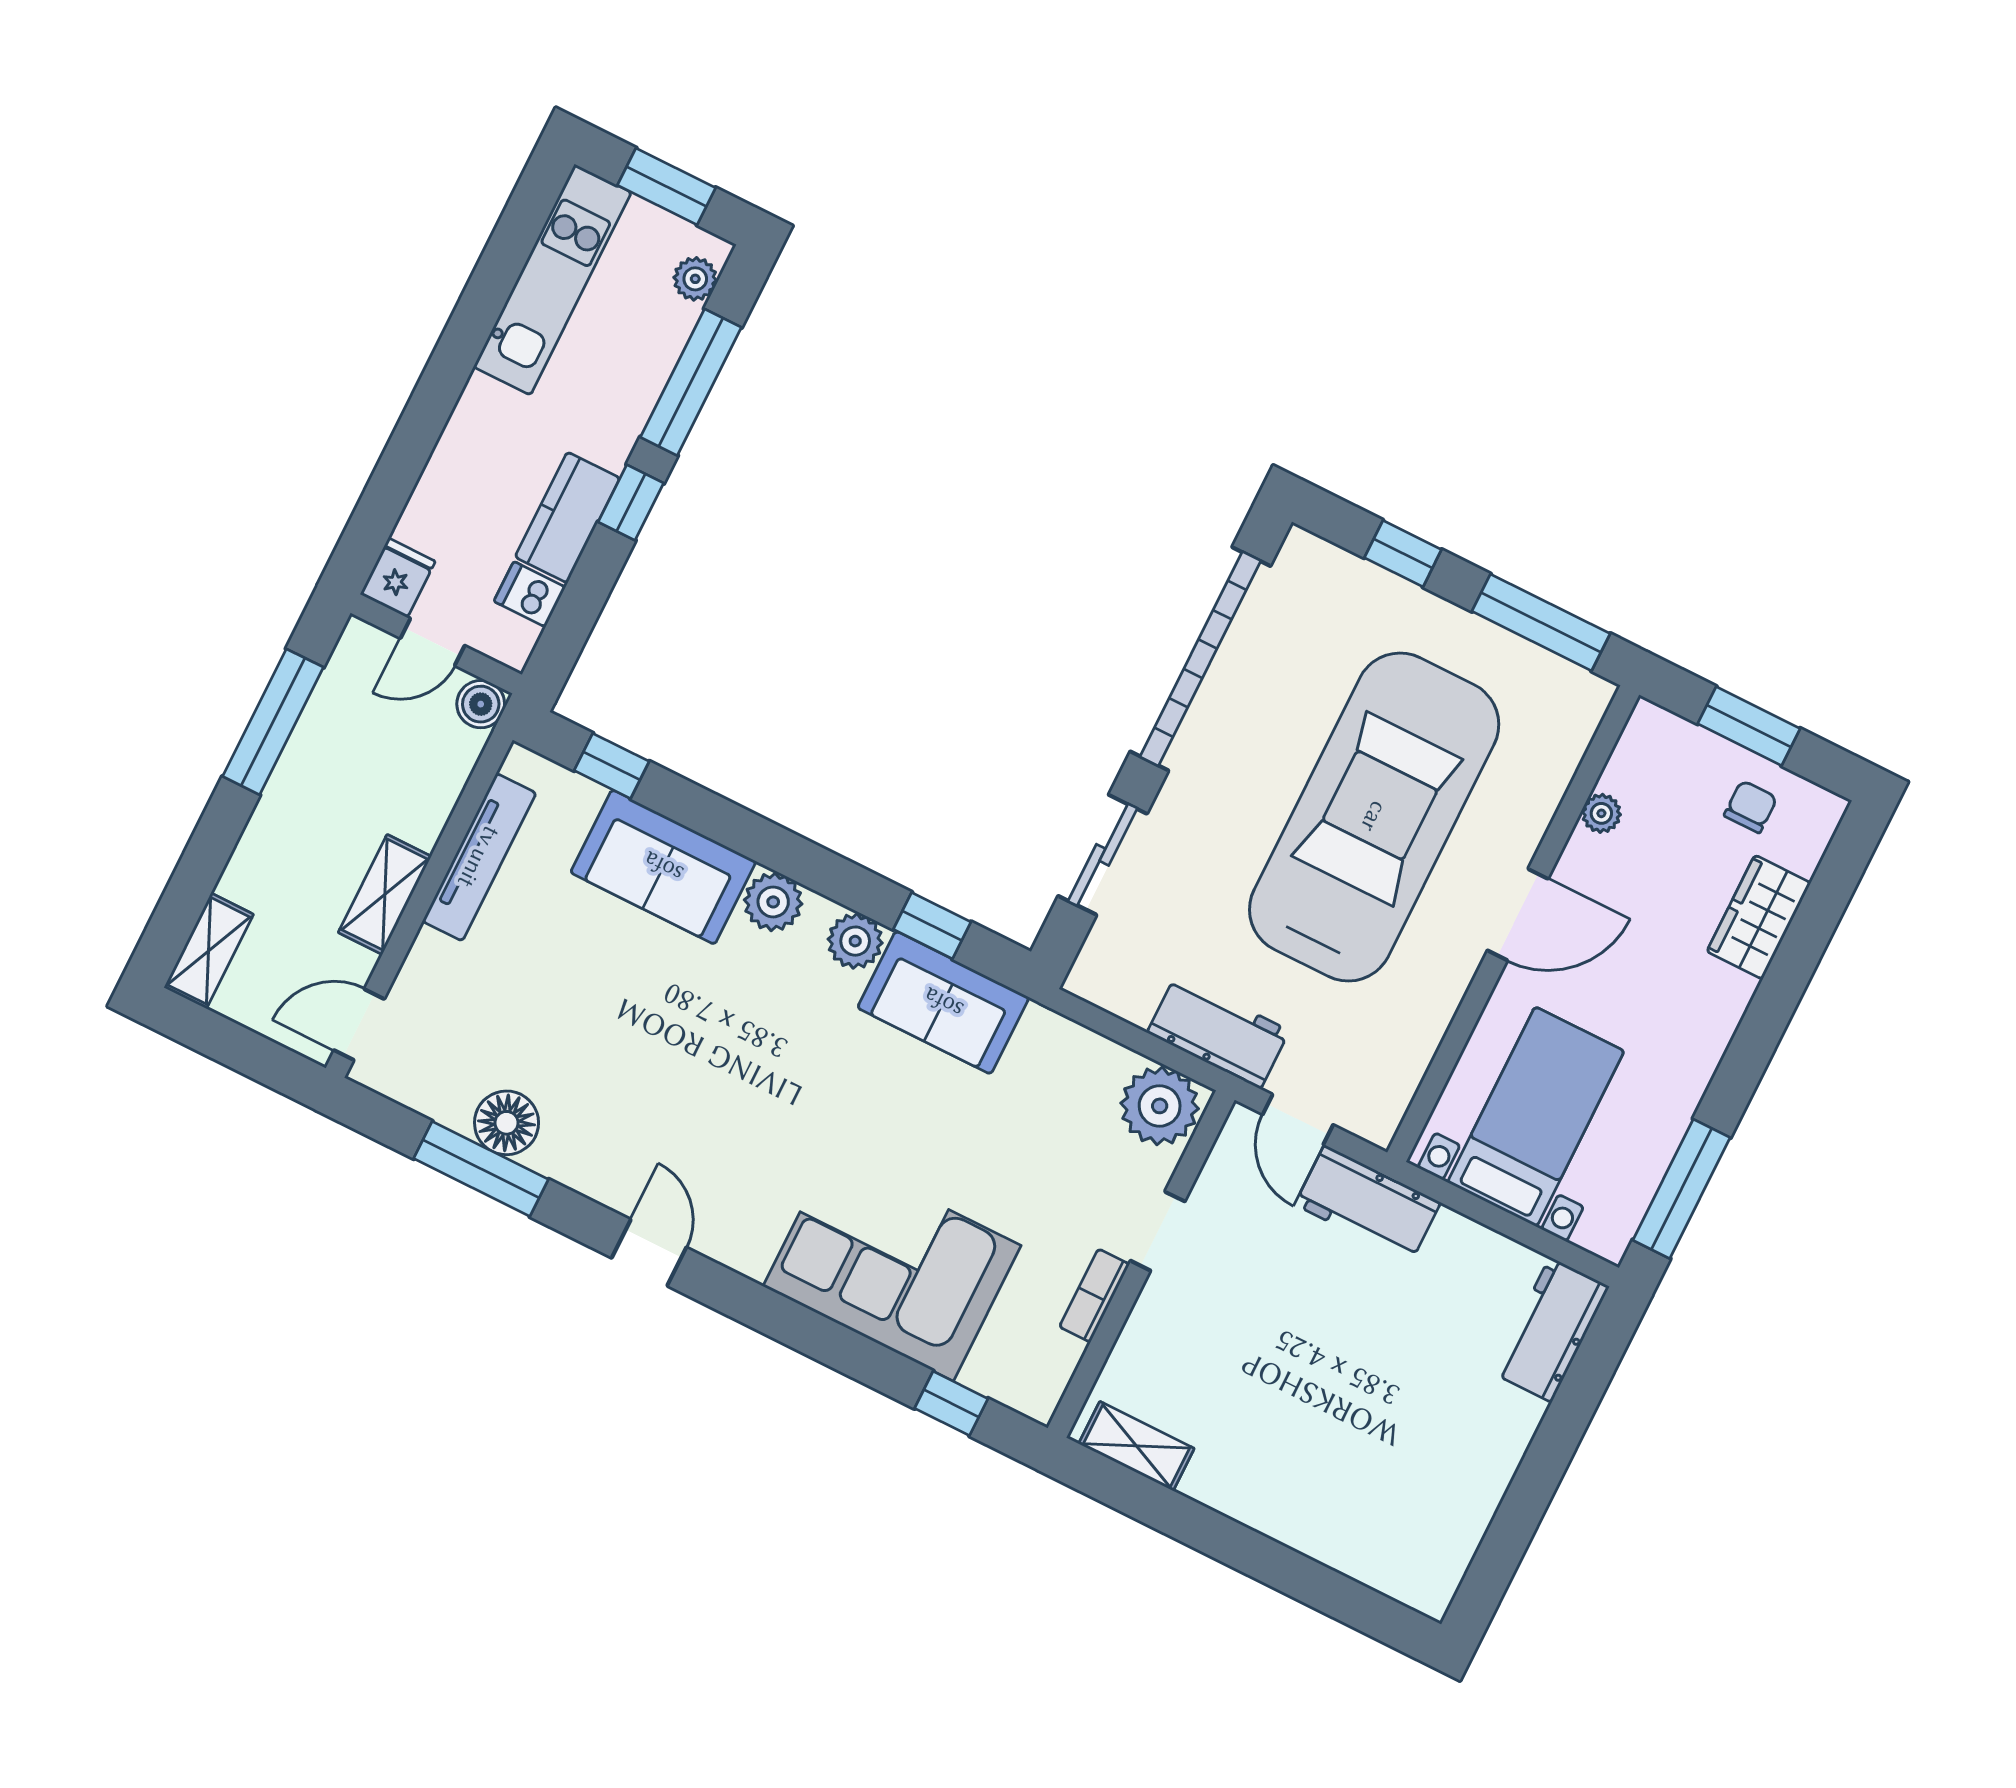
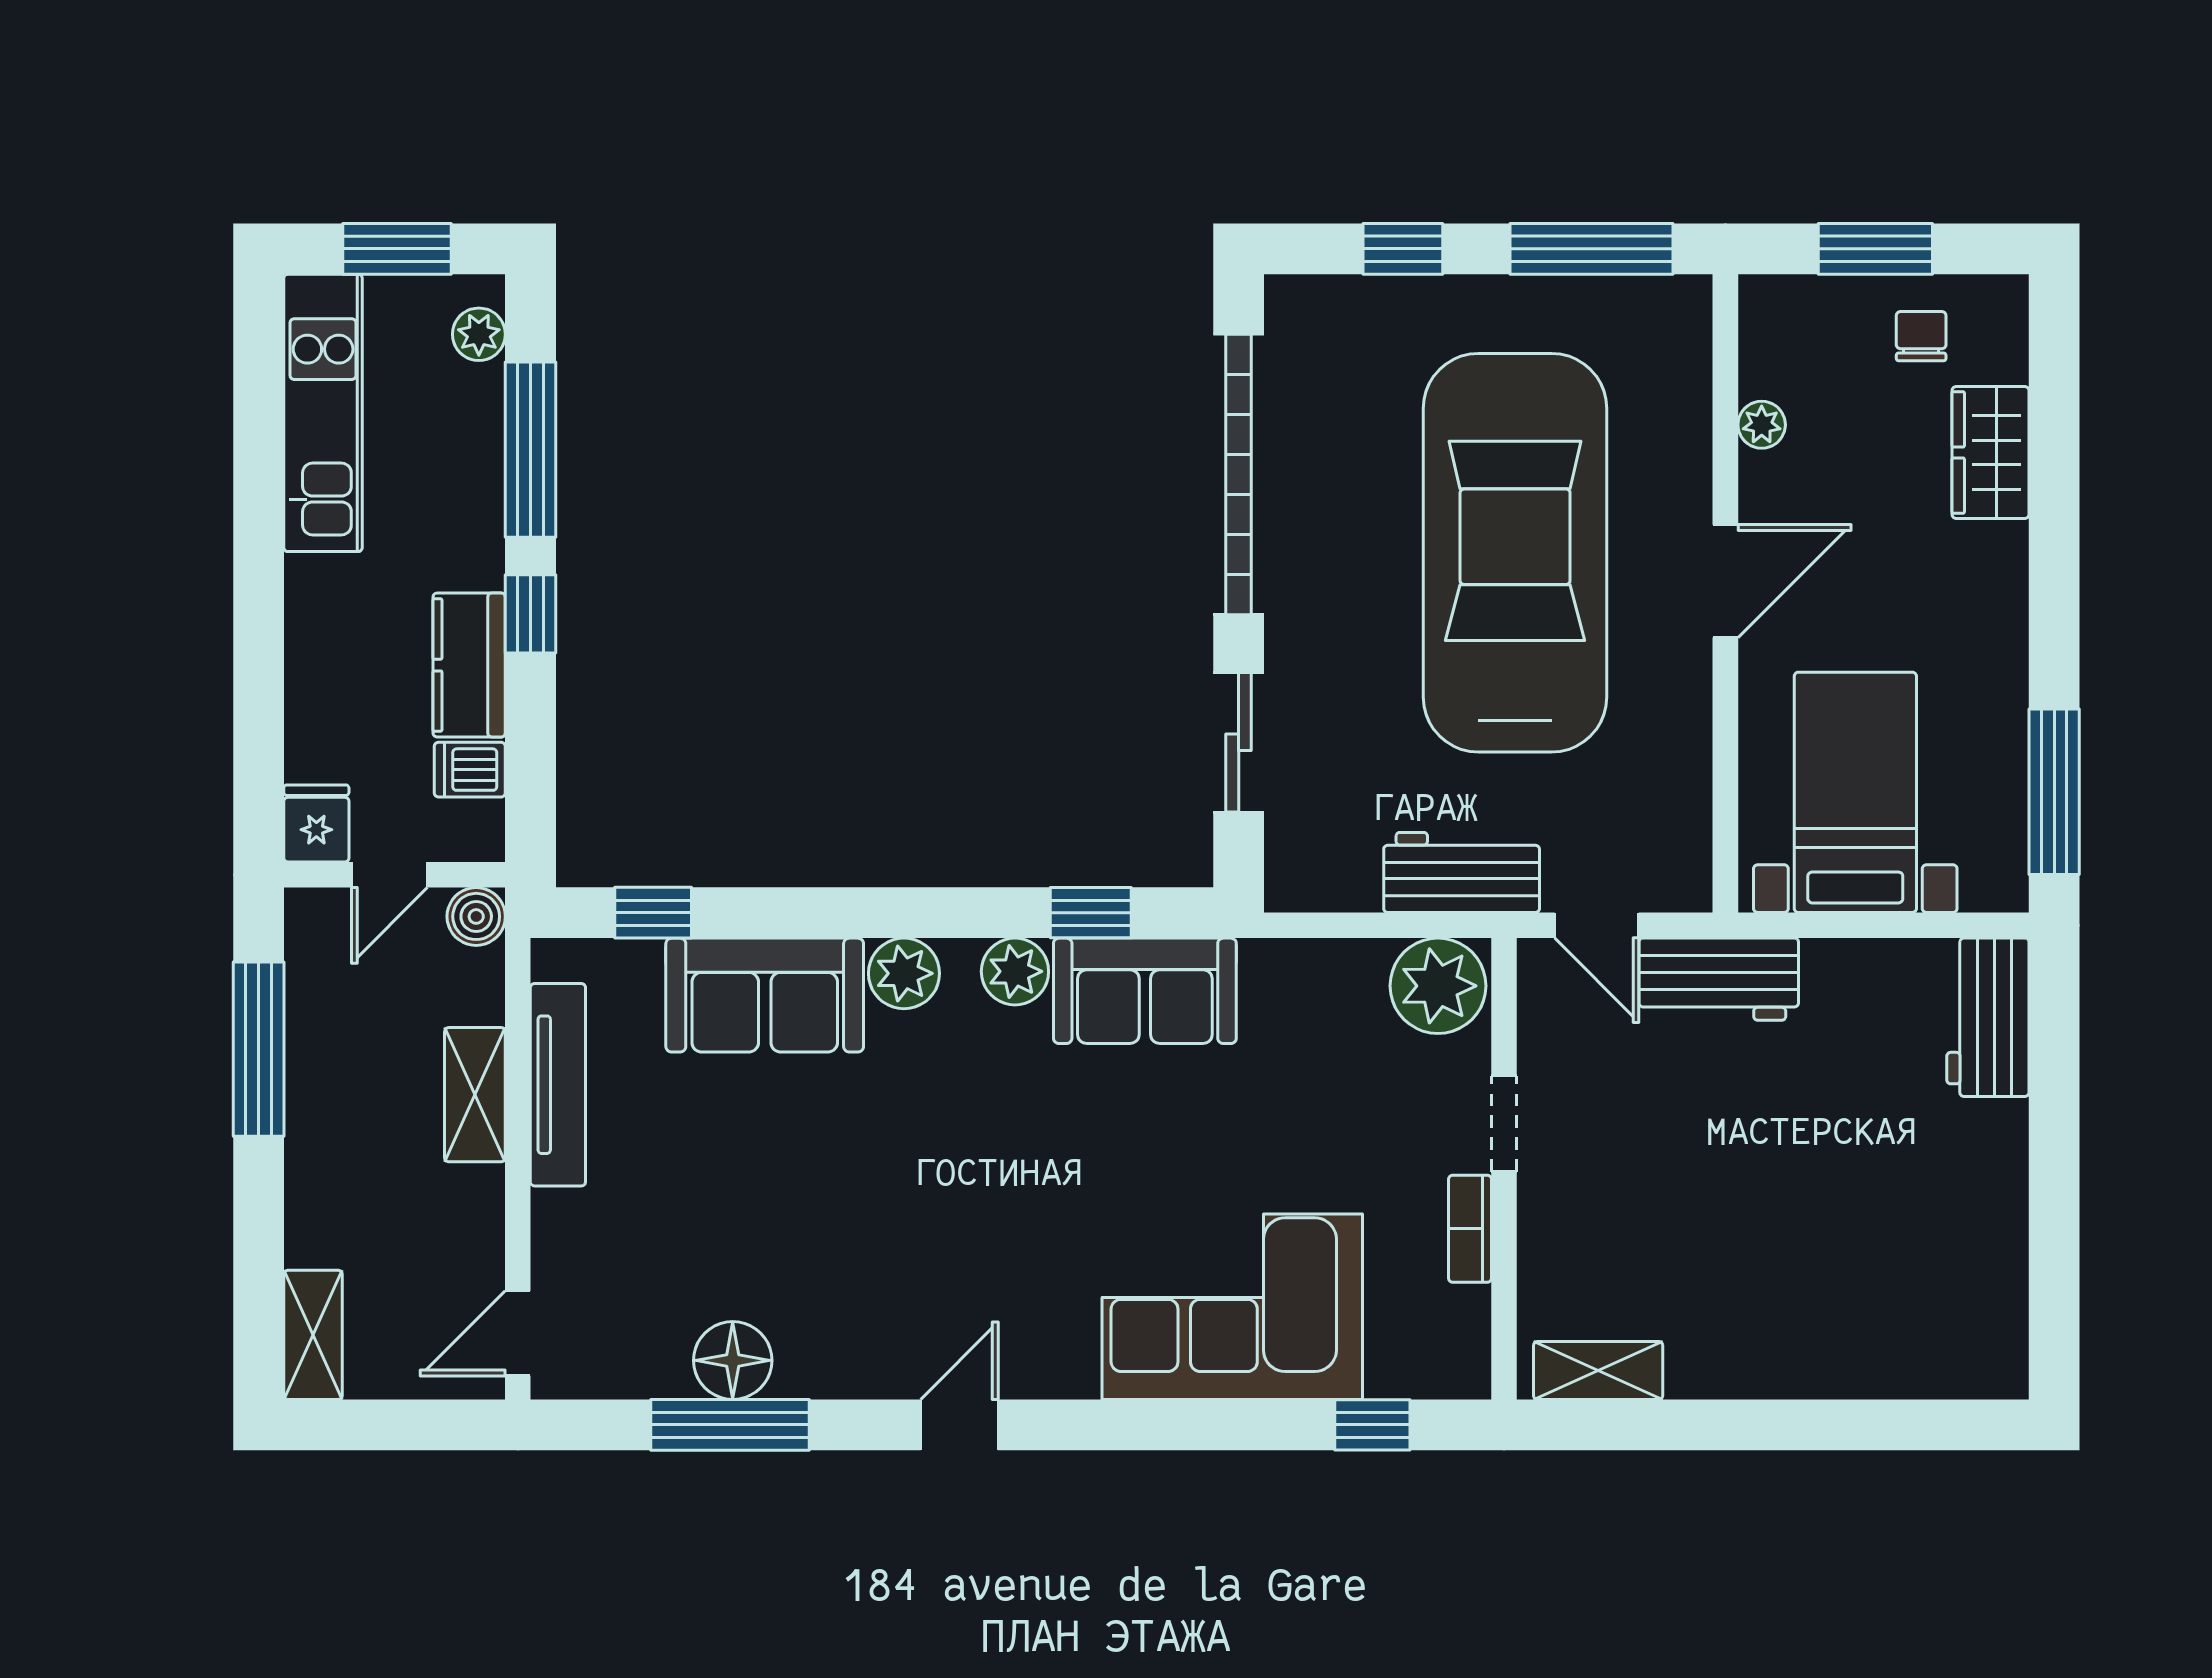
shelving: (385, 894) -> (475, 1095), moved
door: (649, 1253) -> (959, 1425), hinge flipped

